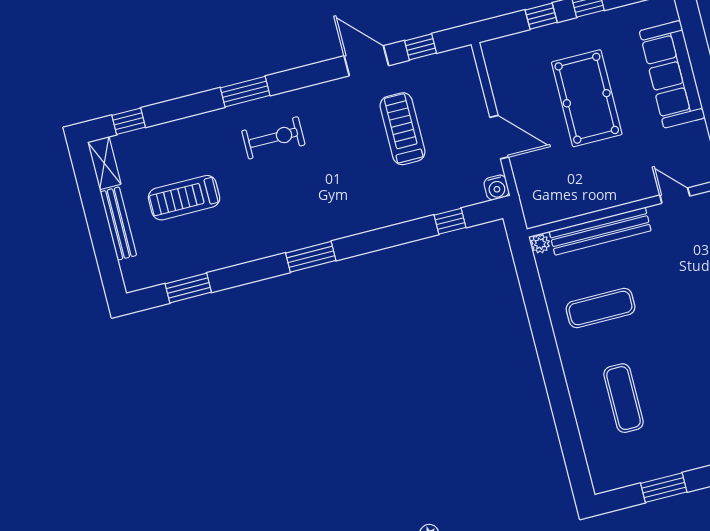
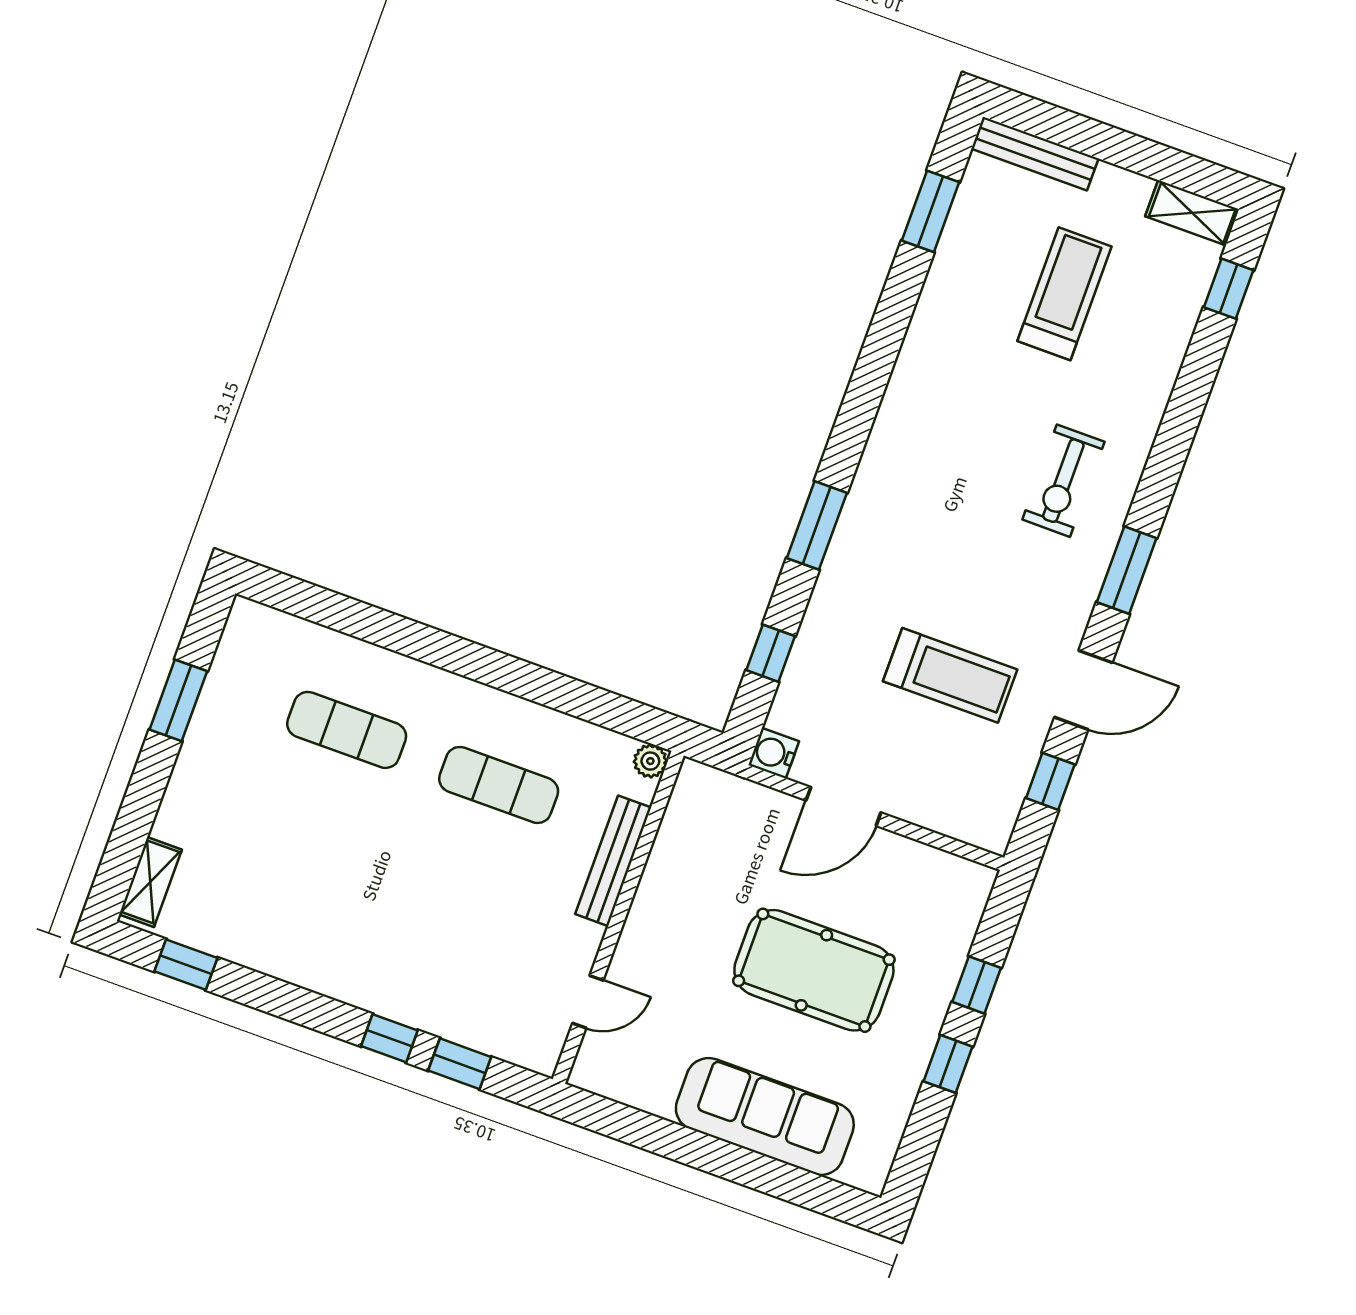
window: (245, 92) -> (1127, 570), moved
bench: (118, 224) -> (1035, 154), moved
bench: (600, 231) -> (613, 861), width x0.73, depth x0.82
window: (311, 257) -> (817, 525), moved
exercise mat: (601, 308) -> (499, 785), turned 90

